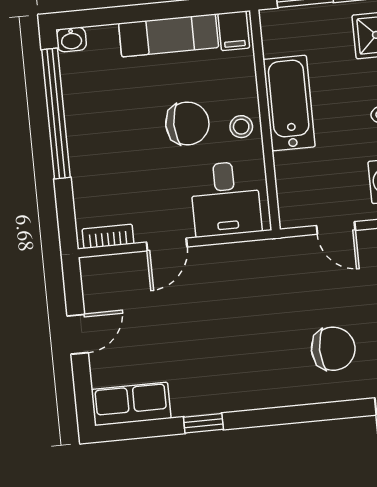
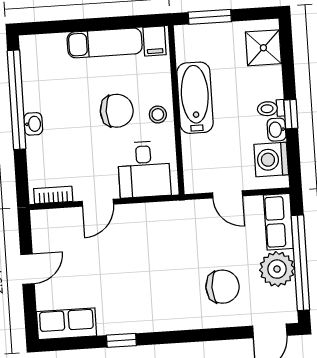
washbasin: (71, 40) -> (33, 124), moved, turned -90

